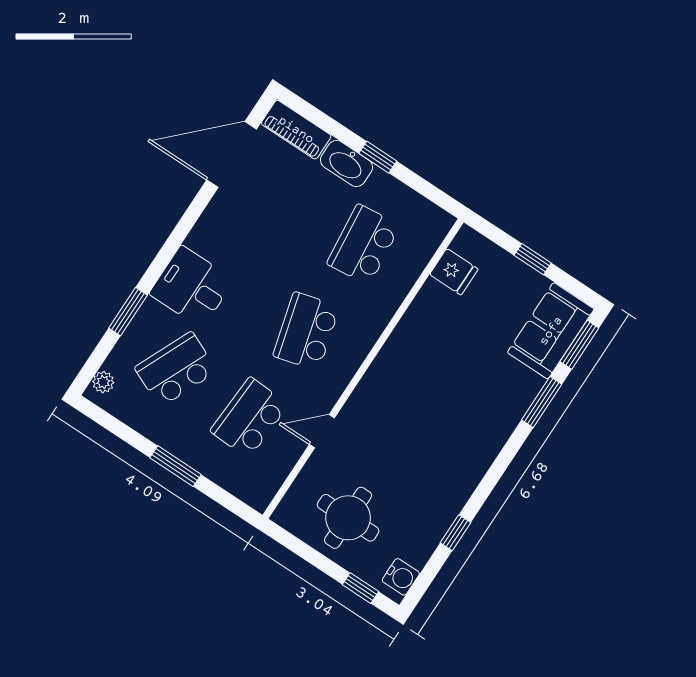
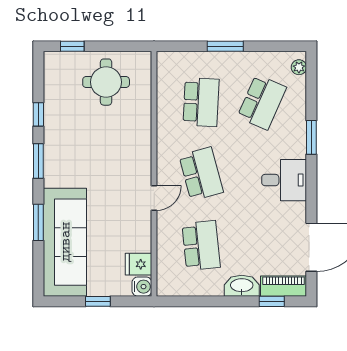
window: (378, 157) -> (272, 301), moved
desk: (192, 287) -> (284, 180), moved
window: (128, 312) -> (311, 137), moved
sofa: (551, 331) -> (65, 242), width x1.85, depth x1.27
window: (579, 345) -> (38, 161), moved
door: (322, 431) -> (154, 198), moved
water cooler: (401, 577) -> (142, 287), moved, turned 180

